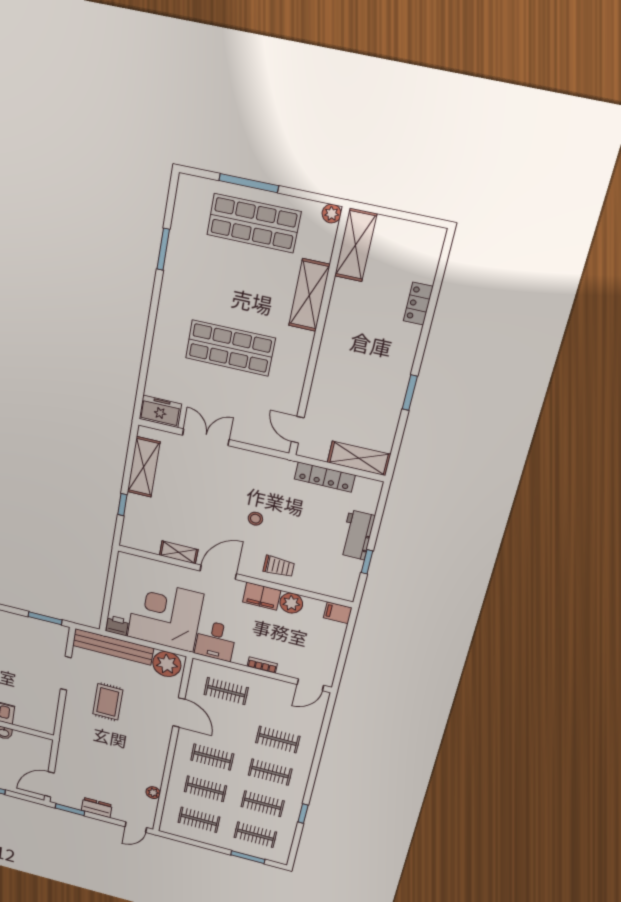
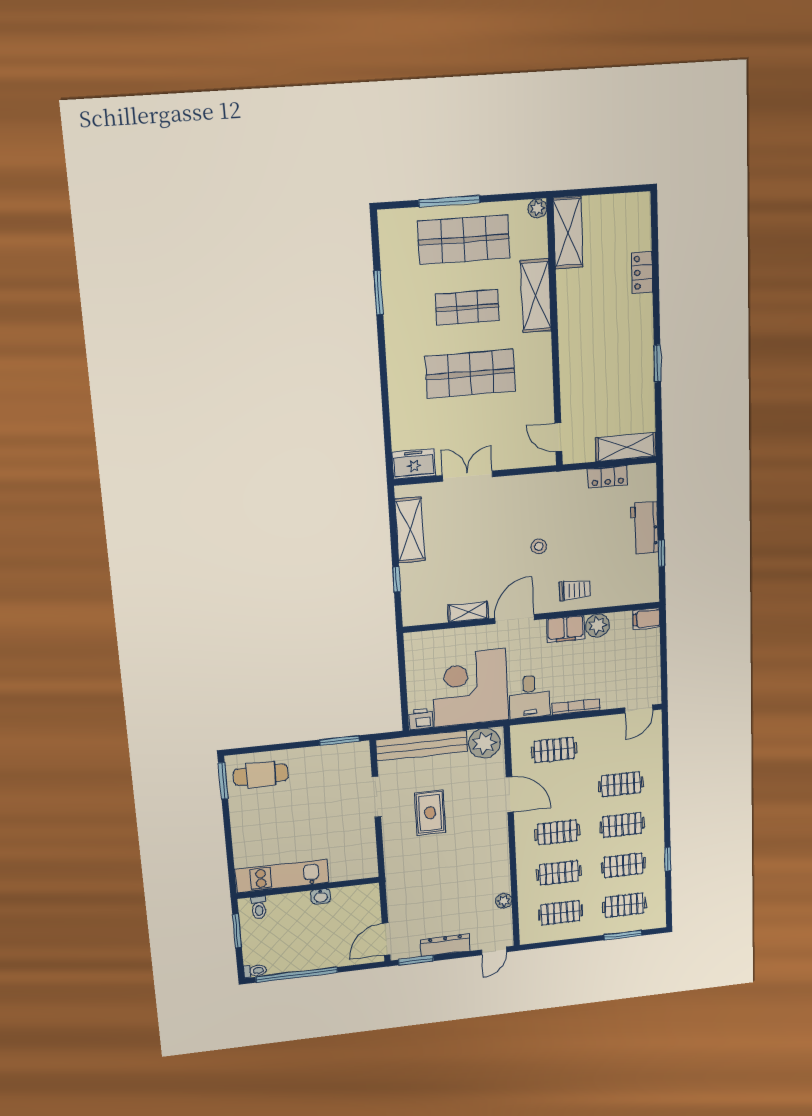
shop shelf: (242, 287) -> (467, 307), added
locker: (325, 477) -> (608, 477), width x0.66
bookcase: (262, 665) -> (576, 707), width x1.56
dresser: (97, 808) -> (445, 945), width x1.44

